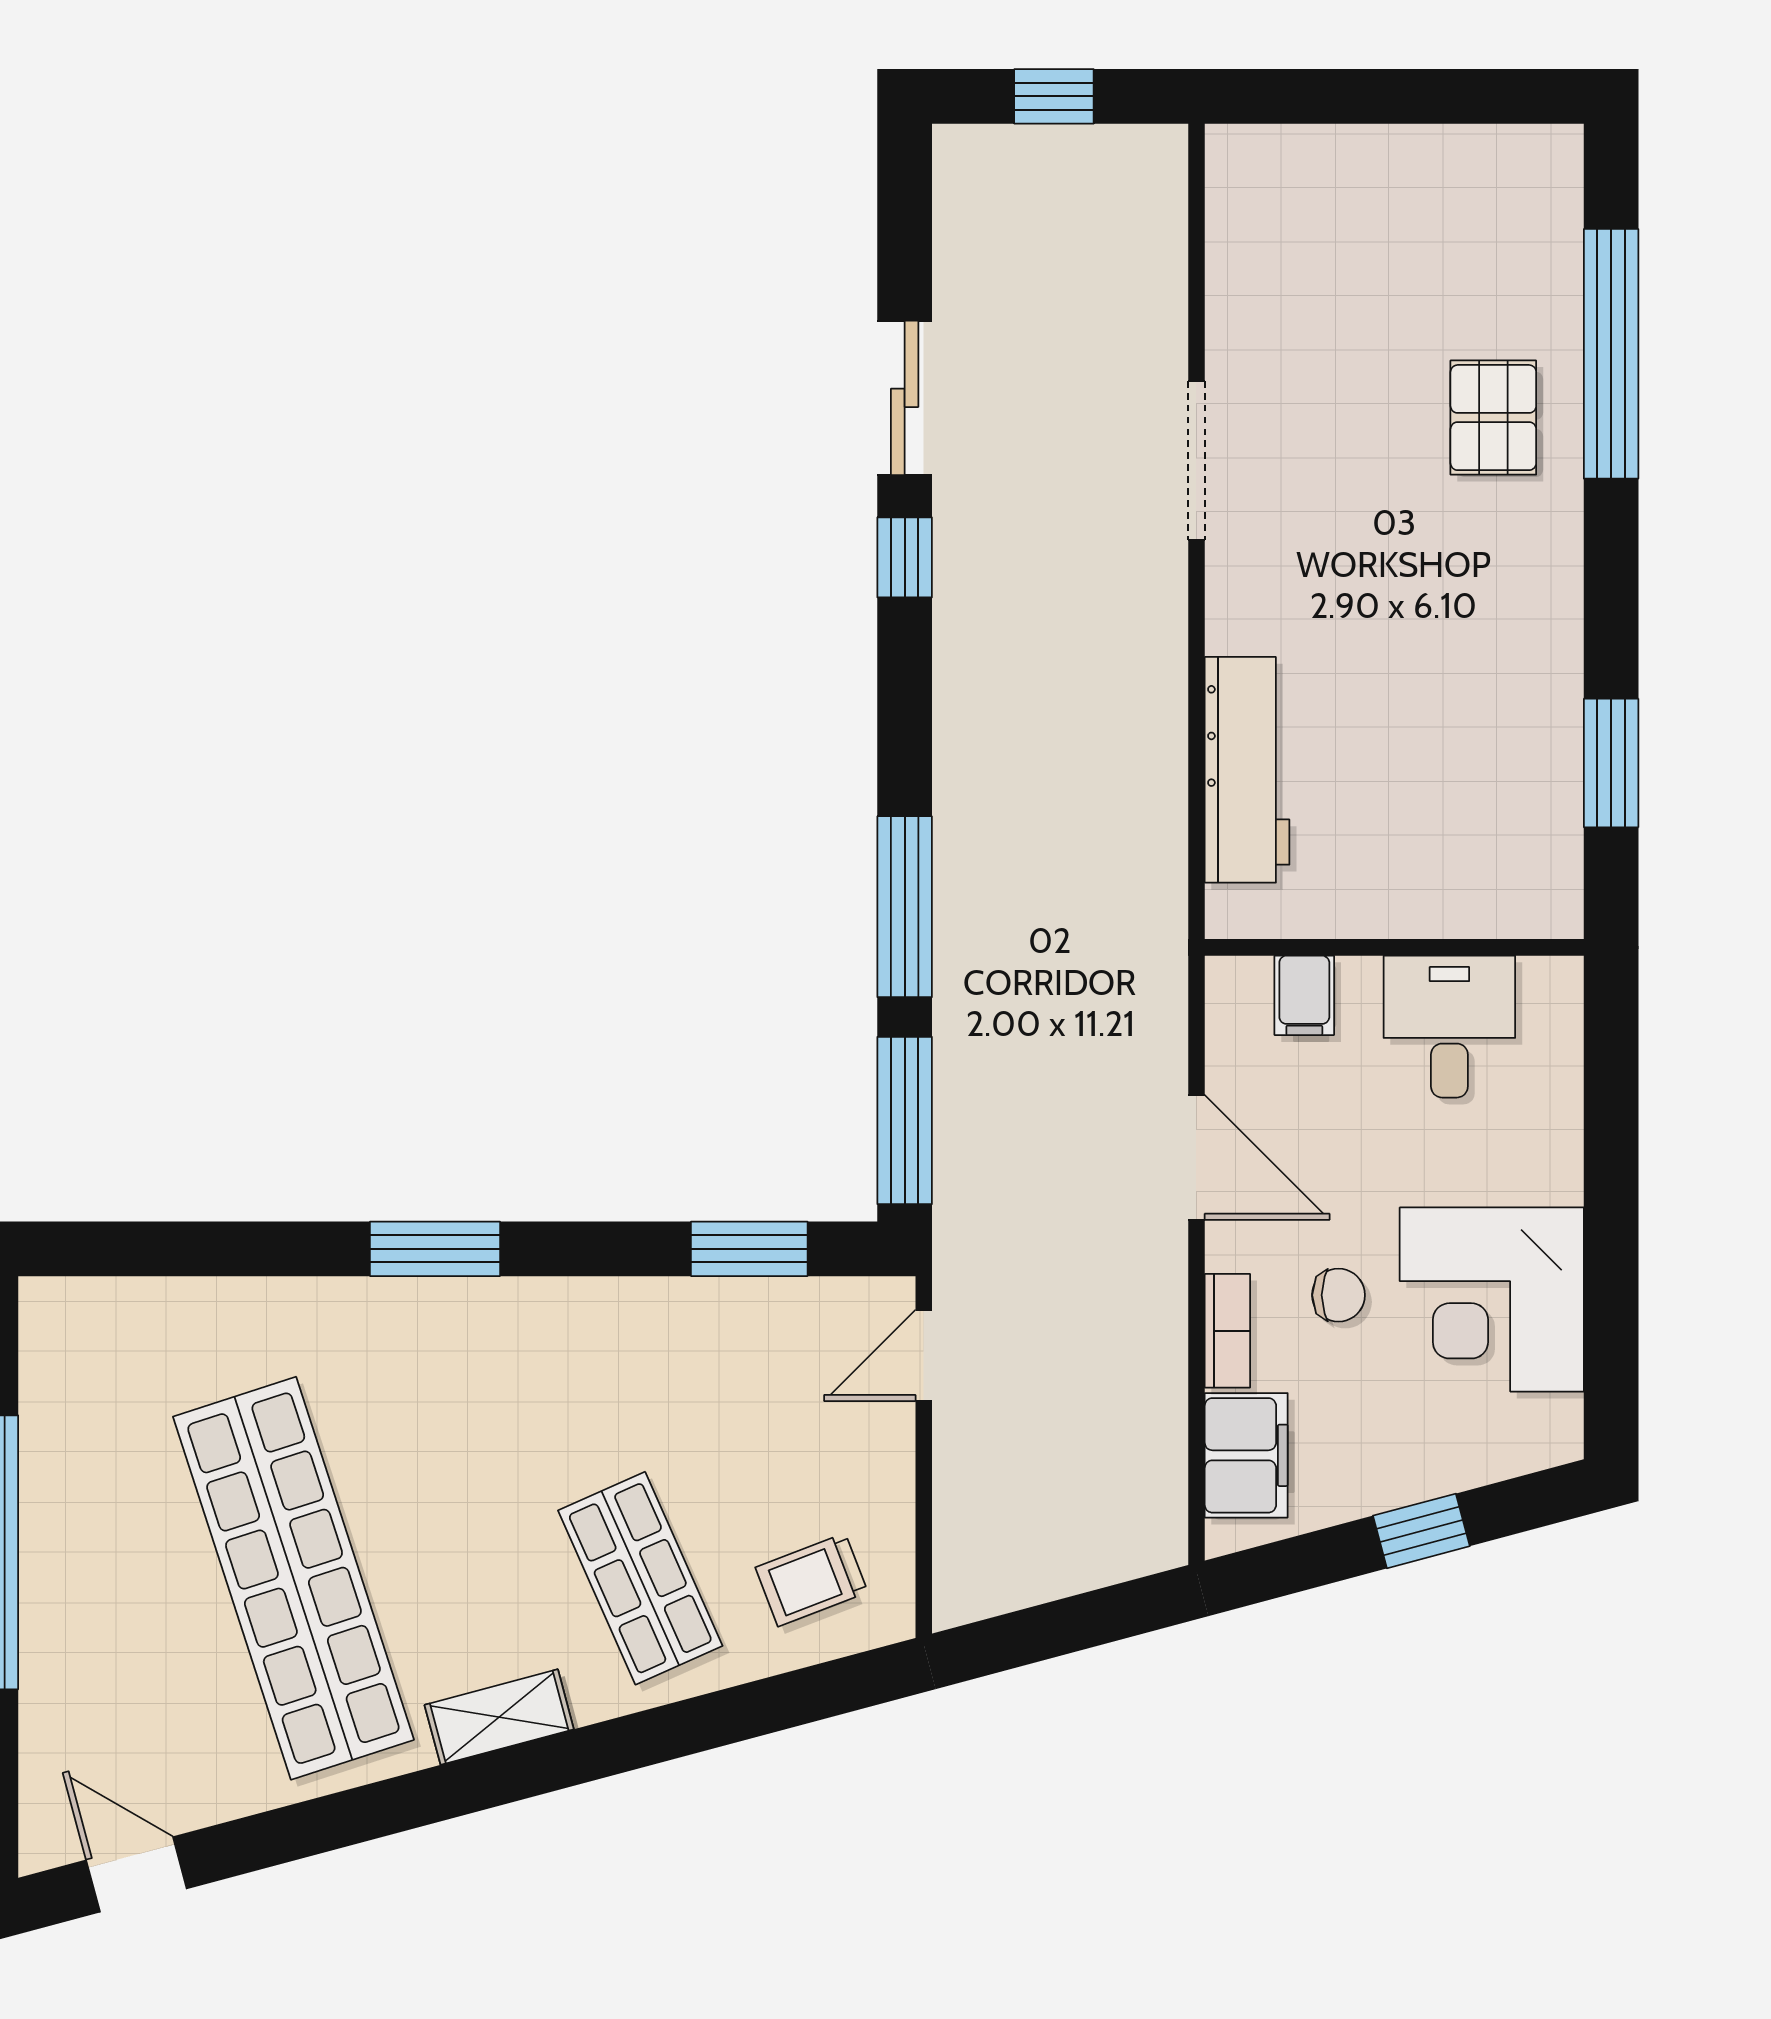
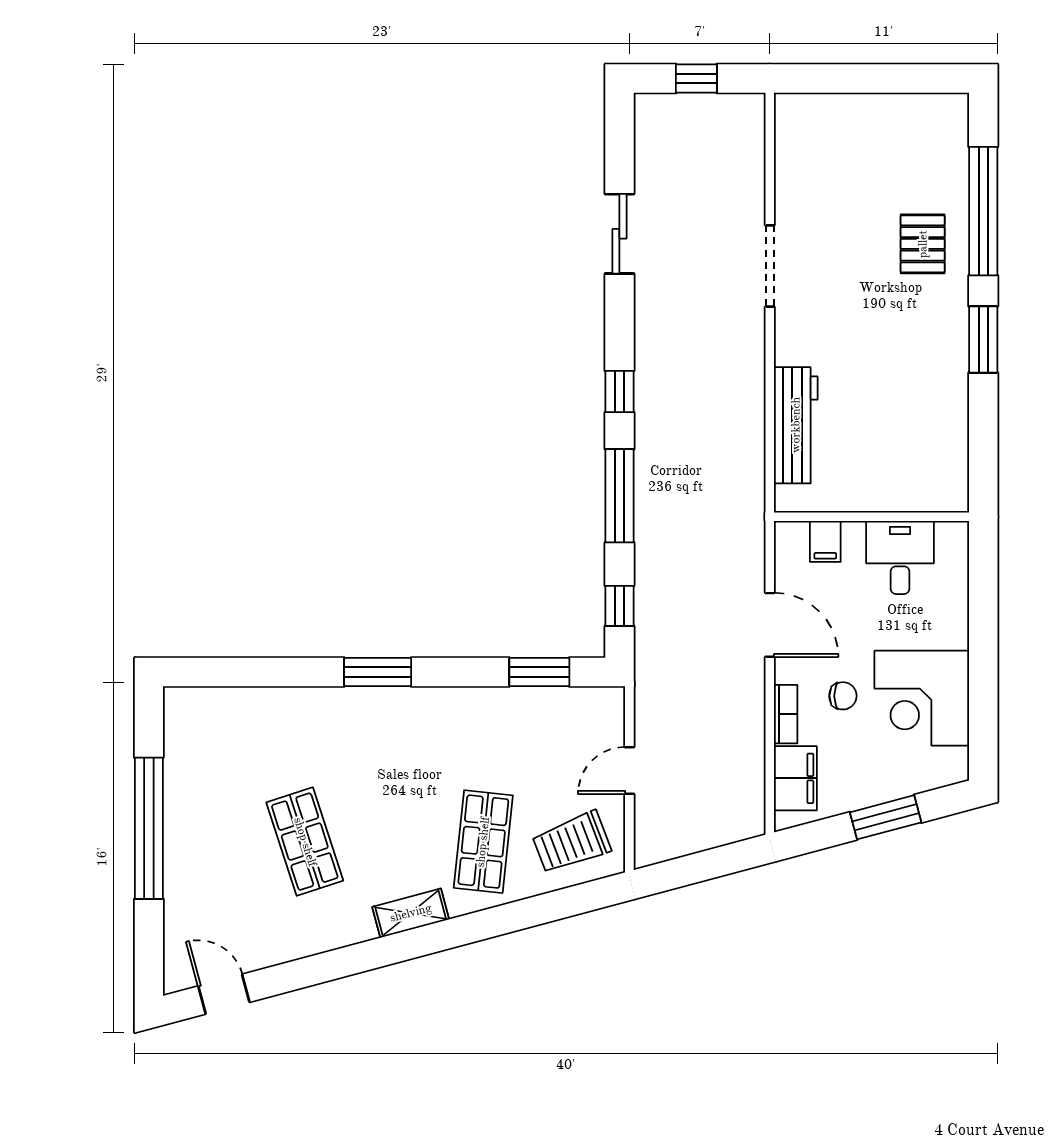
window: (905, 557) -> (619, 392), moved
window: (1611, 763) -> (983, 339), moved
window: (905, 1120) -> (619, 606), width x0.46
door: (924, 1355) -> (629, 770), moved
window: (1421, 1531) -> (886, 817), width x1.50
shop shelf: (293, 1578) -> (305, 842), width x0.50, depth x0.74
shop shelf: (640, 1578) -> (483, 842), turned 30
trolley: (812, 1580) -> (572, 842), width x1.36, depth x1.39

